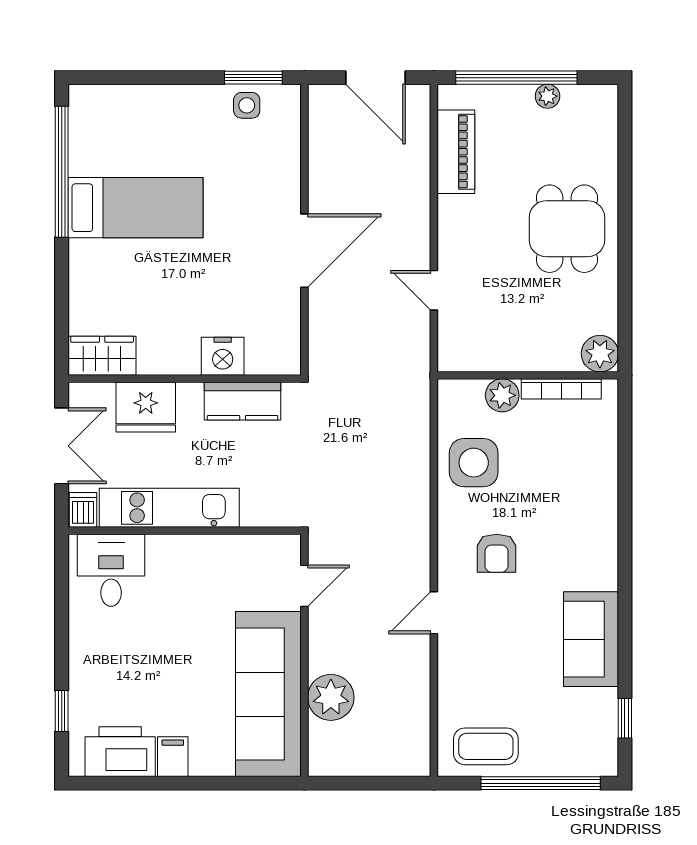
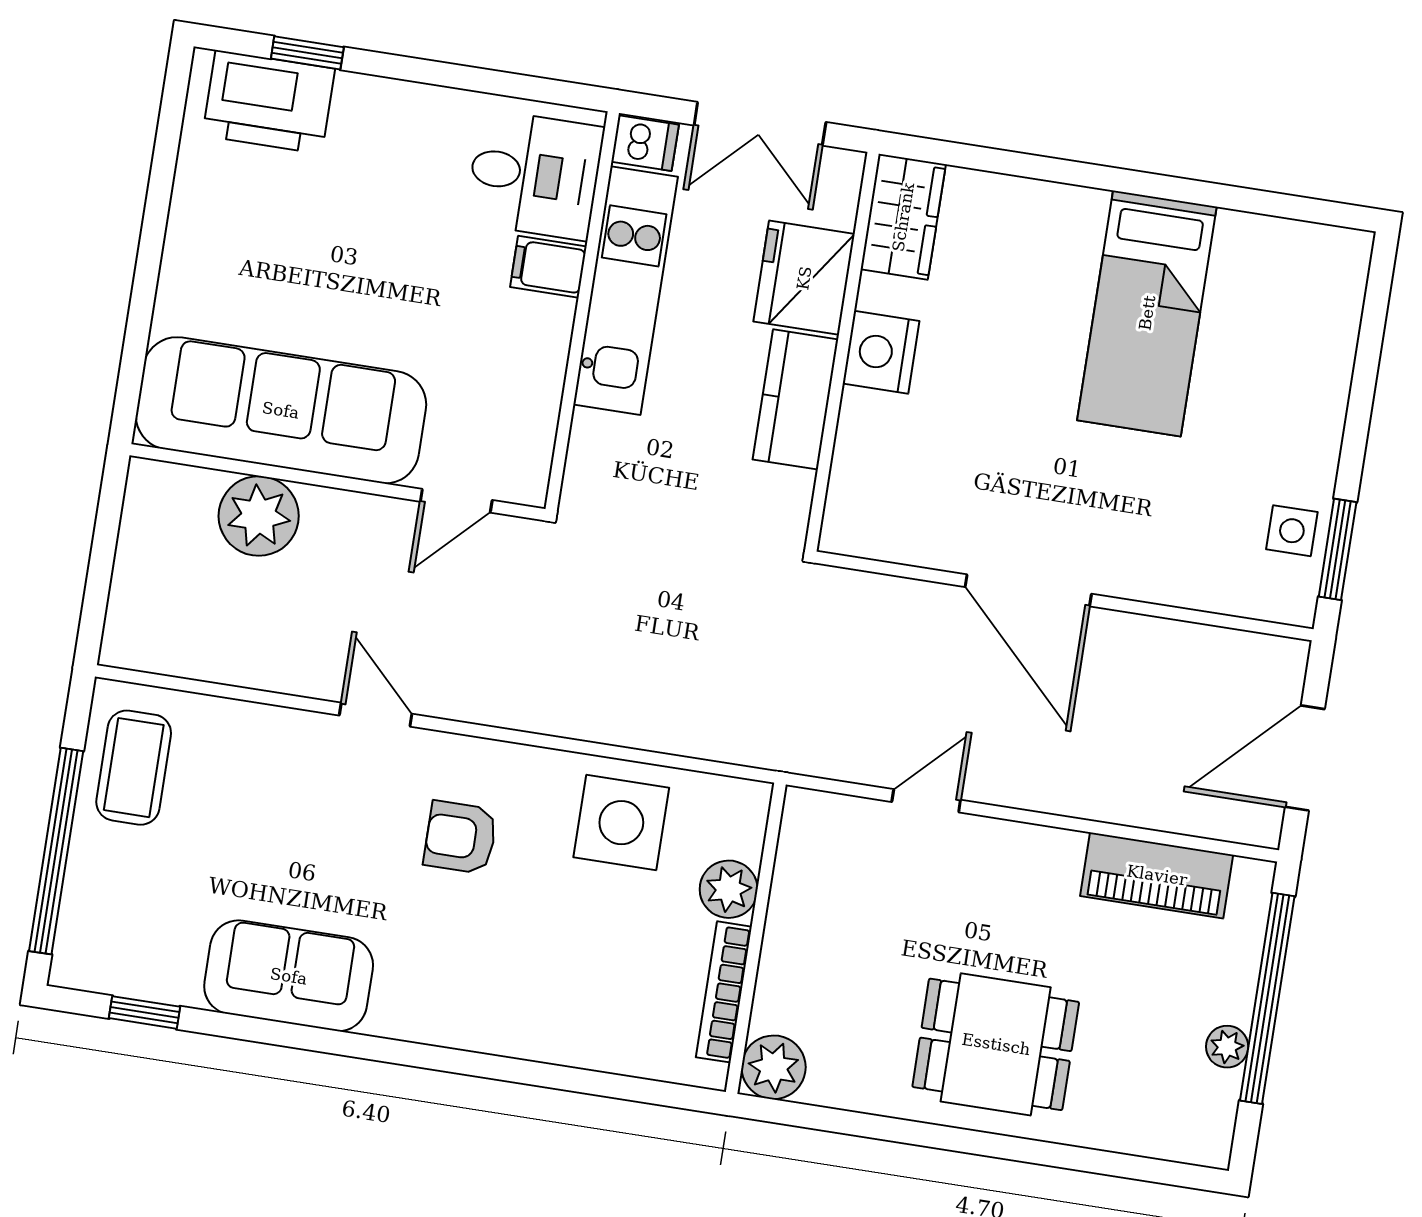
window: (62, 172) -> (1228, 197), removed
nightstand: (223, 356) -> (881, 352), moved
kitchen counter: (243, 401) -> (795, 399), moved
door: (304, 586) -> (456, 501), hinge flipped
printer: (120, 752) -> (269, 102), moved, turned 90
filing cabinet: (173, 757) -> (548, 267), moved, turned 180

